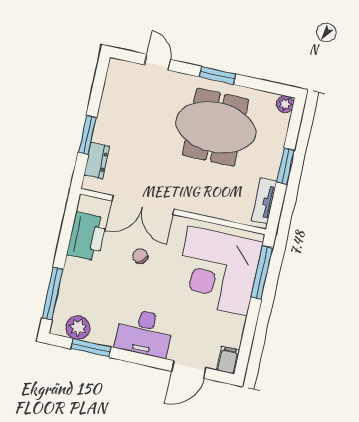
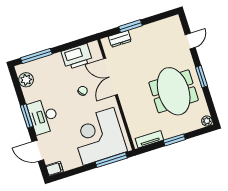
window: (91, 348) -> (27, 116), moved

